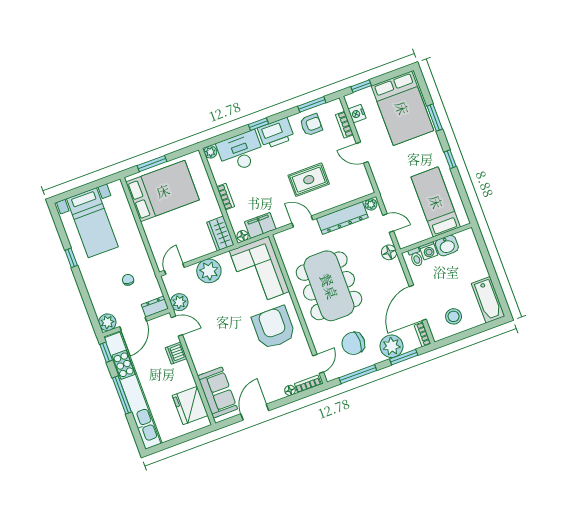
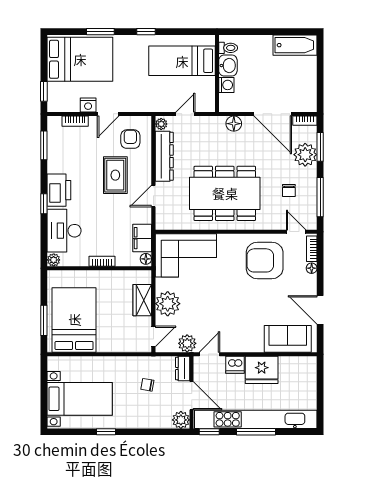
nightstand: (357, 114) -> (88, 105), moved
armchair: (311, 125) -> (130, 139), moved
wardrobe: (220, 233) -> (142, 300), moved, turned 90
floor lamp: (389, 252) -> (234, 124), moved
toilet: (416, 257) -> (228, 48), moved
door: (174, 269) -> (153, 336), swing flipped
stool: (454, 316) -> (299, 84), removed
armchair: (274, 328) -> (265, 260), moved
chair: (353, 343) -> (289, 190), width x0.54, depth x0.54
fridge: (190, 406) -> (262, 370), moved

